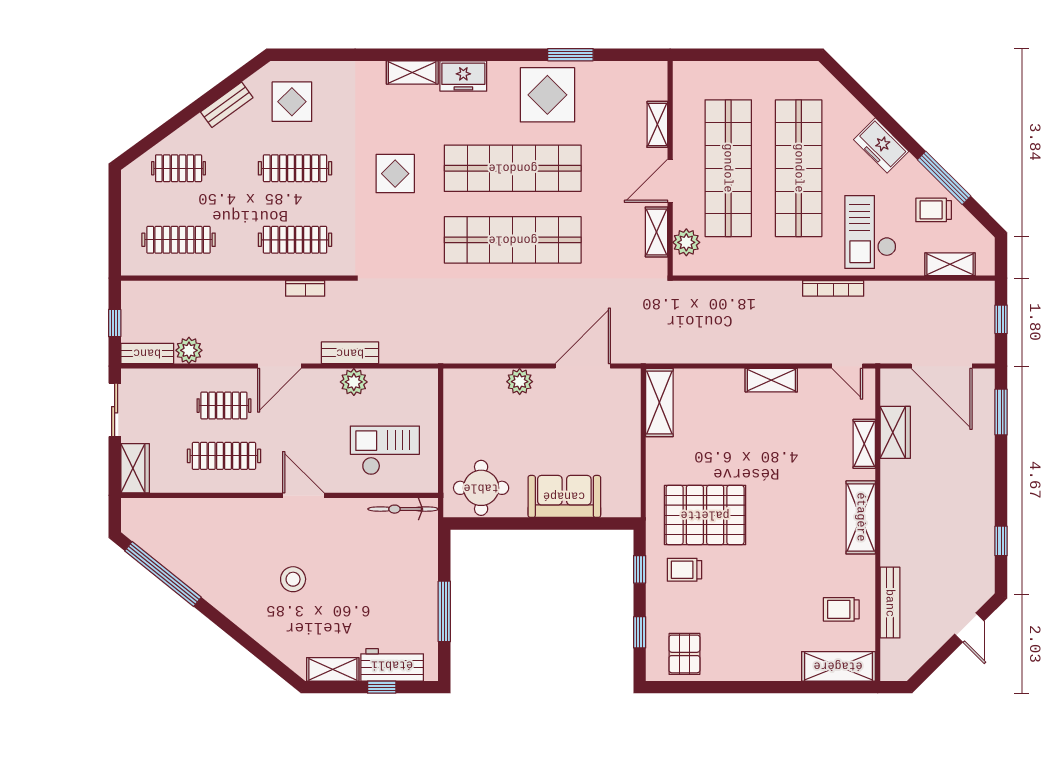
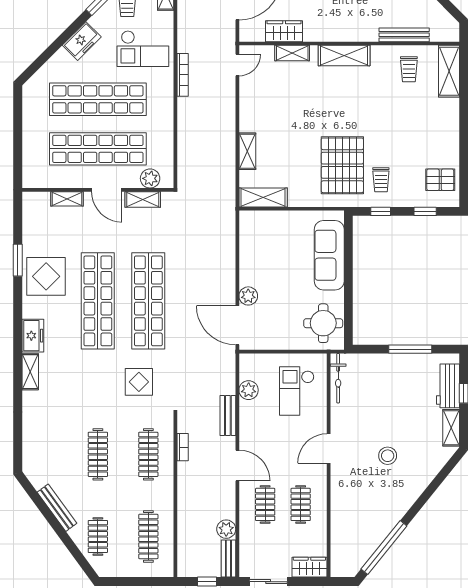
display table: (292, 102) -> (51, 457), removed
bench: (227, 105) -> (57, 508), width x1.36
display table: (395, 174) -> (139, 382), moved
door: (583, 366) -> (237, 325), moved
shelving: (771, 380) -> (247, 151), moved
plant: (354, 382) -> (249, 390), moved
clothes rail: (224, 456) -> (301, 504), width x0.73
sofa: (564, 496) -> (329, 255), width x1.36

